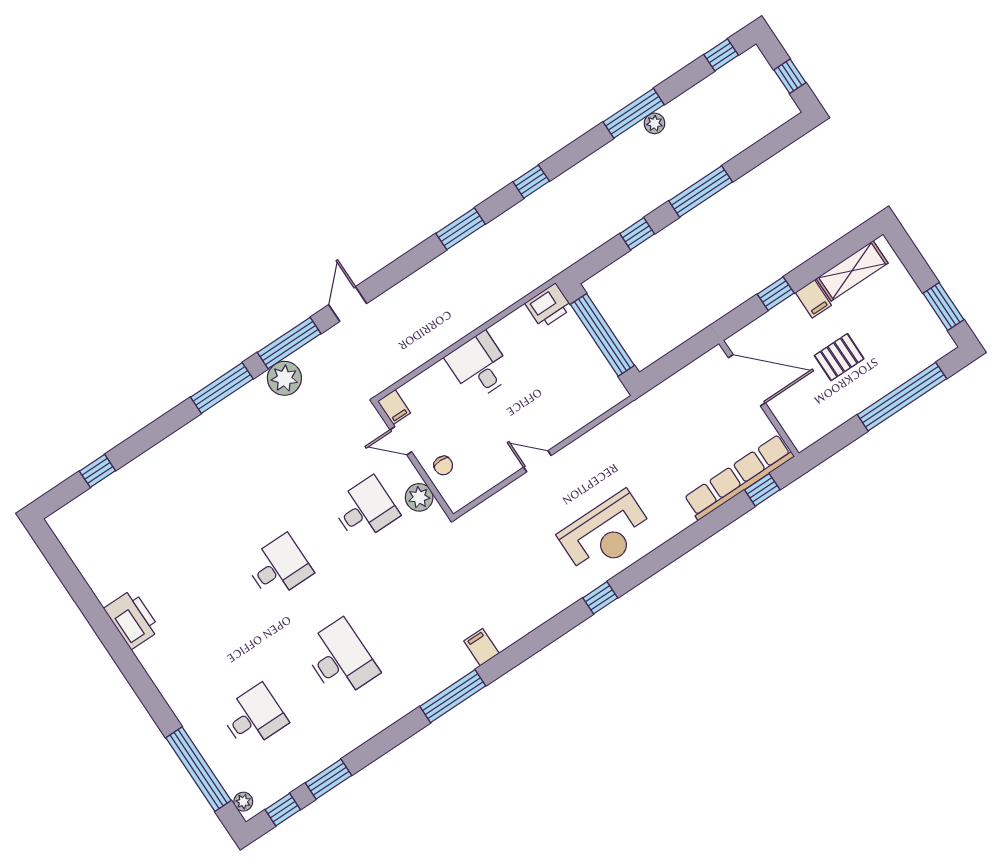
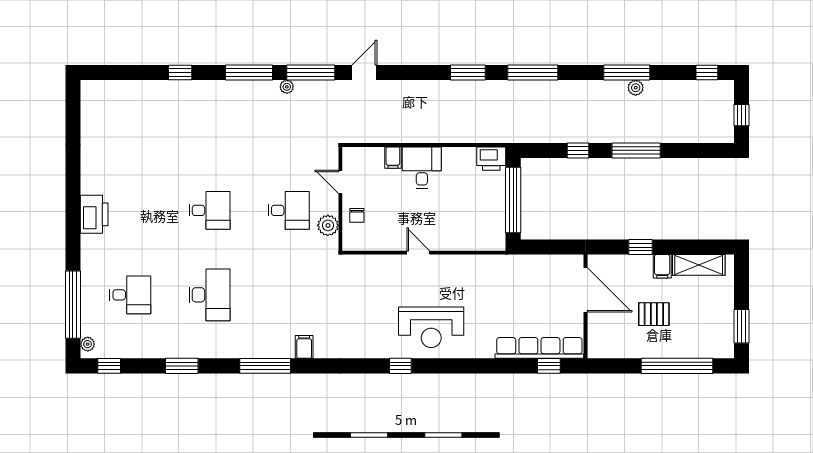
window: (531, 182) -> (533, 72), width x2.17
plant: (284, 378) -> (287, 87), width x0.53, depth x0.53
filing cabinet: (394, 407) -> (393, 158), moved
window: (97, 471) -> (180, 72), moved
printer: (132, 619) -> (94, 214), moved
window: (328, 779) -> (182, 366), moved

